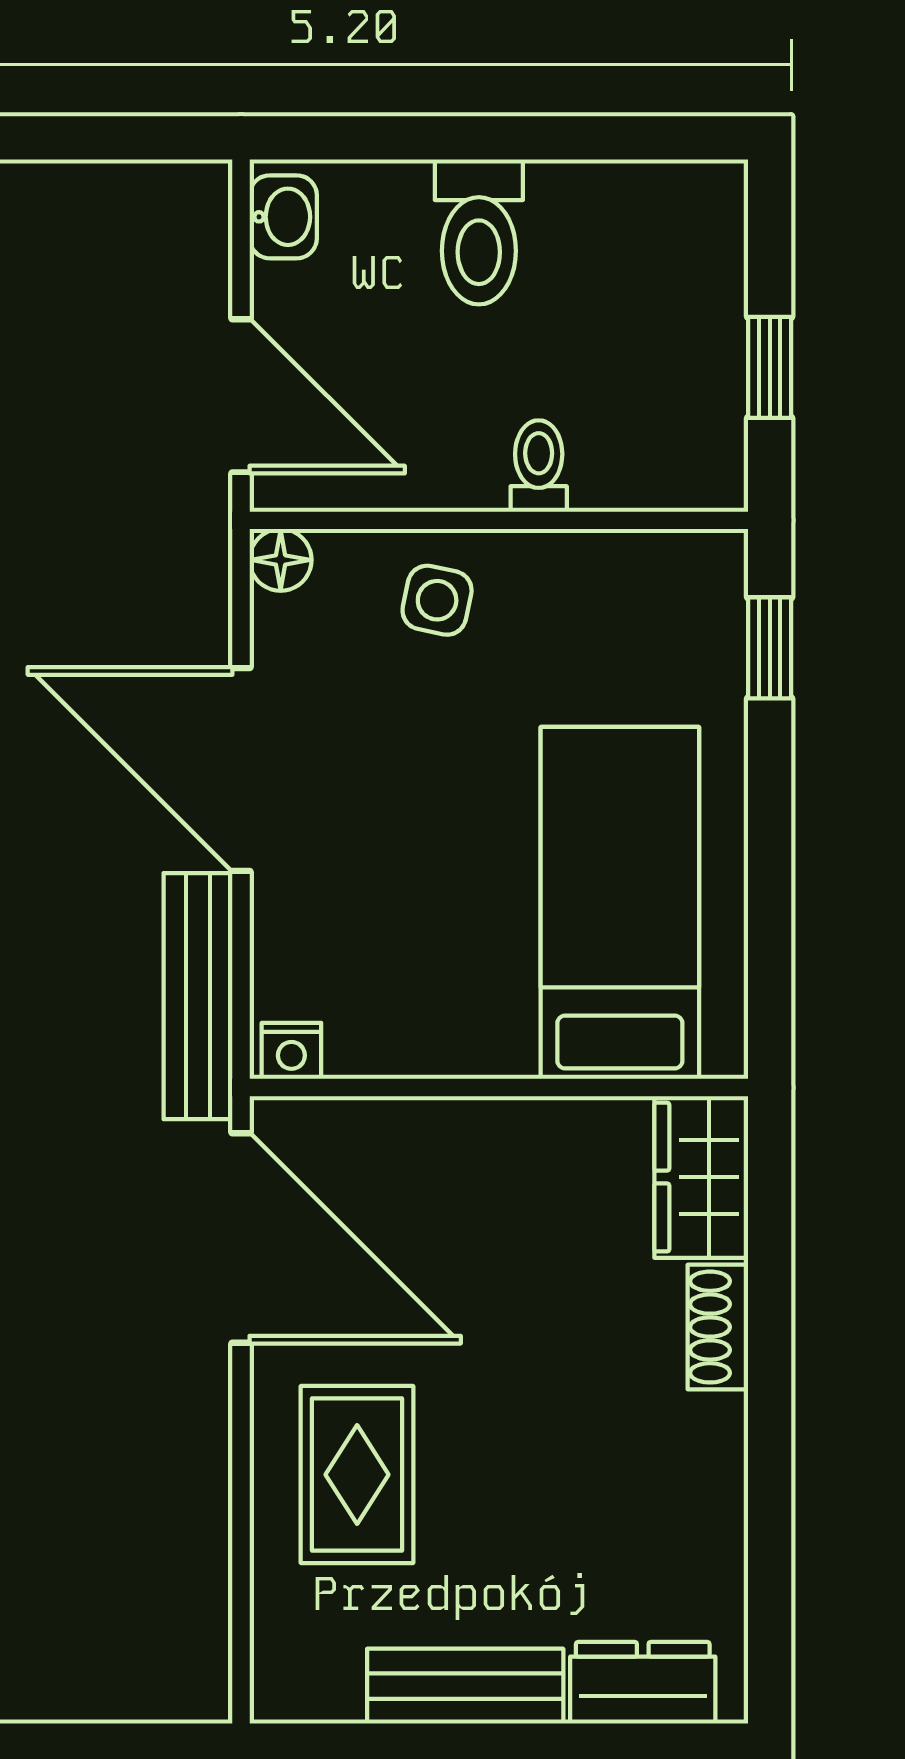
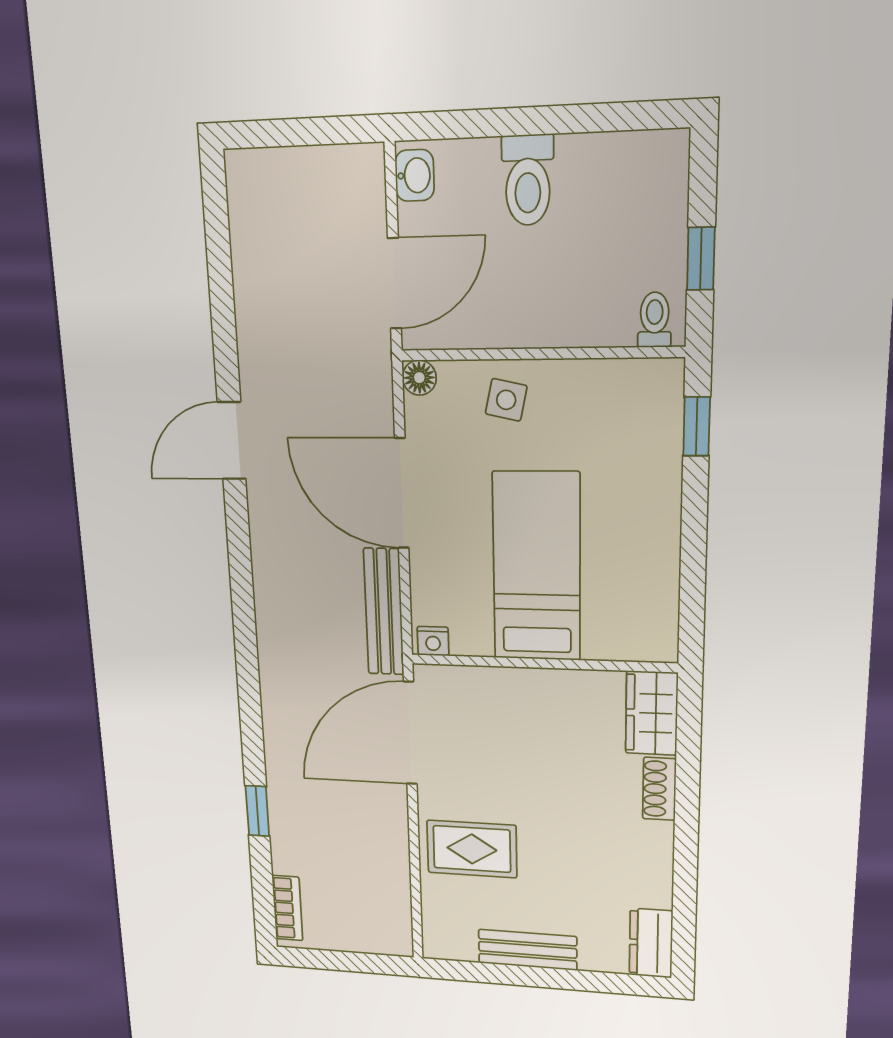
door: (241, 396) -> (394, 284), hinge flipped
toilet: (539, 466) -> (655, 320), moved
bed: (620, 903) -> (537, 567), moved
door: (241, 1238) -> (410, 733), swing flipped
rug: (357, 1475) -> (472, 849), turned 90
dresser: (643, 1683) -> (651, 943), moved, turned -90

